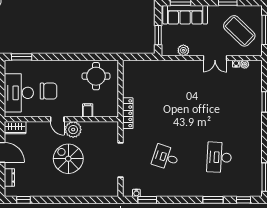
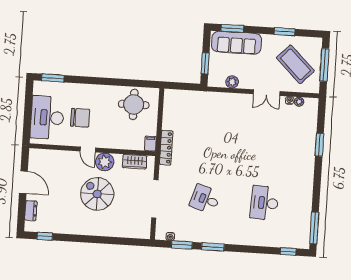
filing cabinet: (88, 110) -> (150, 144), moved
wardrobe: (15, 128) -> (135, 162), moved
window: (213, 200) -> (213, 247), moved

